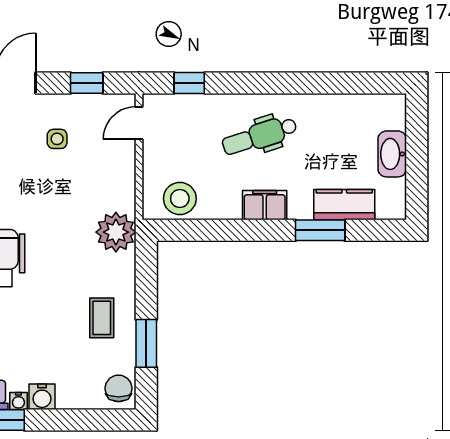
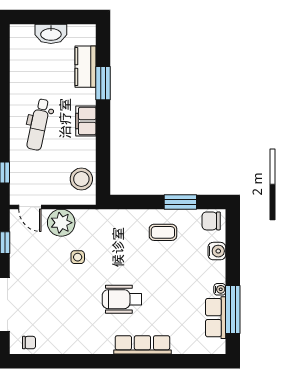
dental chair: (260, 136) -> (39, 124), turned 30
side table: (57, 139) -> (78, 257), moved
plant: (116, 232) -> (61, 223), moved
water cooler: (42, 397) -> (217, 251), moved

